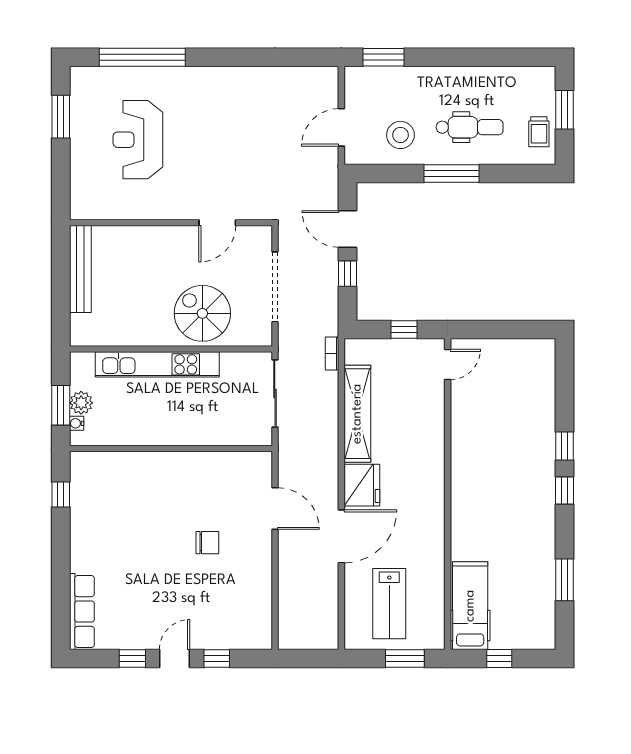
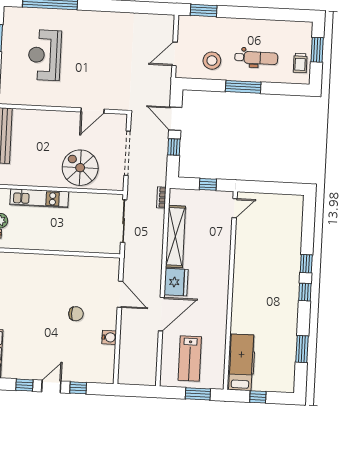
kitchen unit: (157, 364) -> (39, 198), width x0.73
water cooler: (261, 577) -> (109, 337), added

